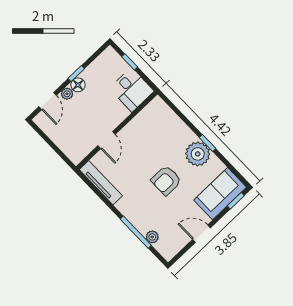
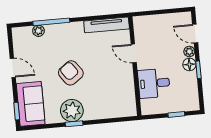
desk: (132, 90) -> (154, 83), moved
armchair: (166, 180) -> (71, 73), turned -36
door: (202, 234) -> (13, 68), hinge flipped

